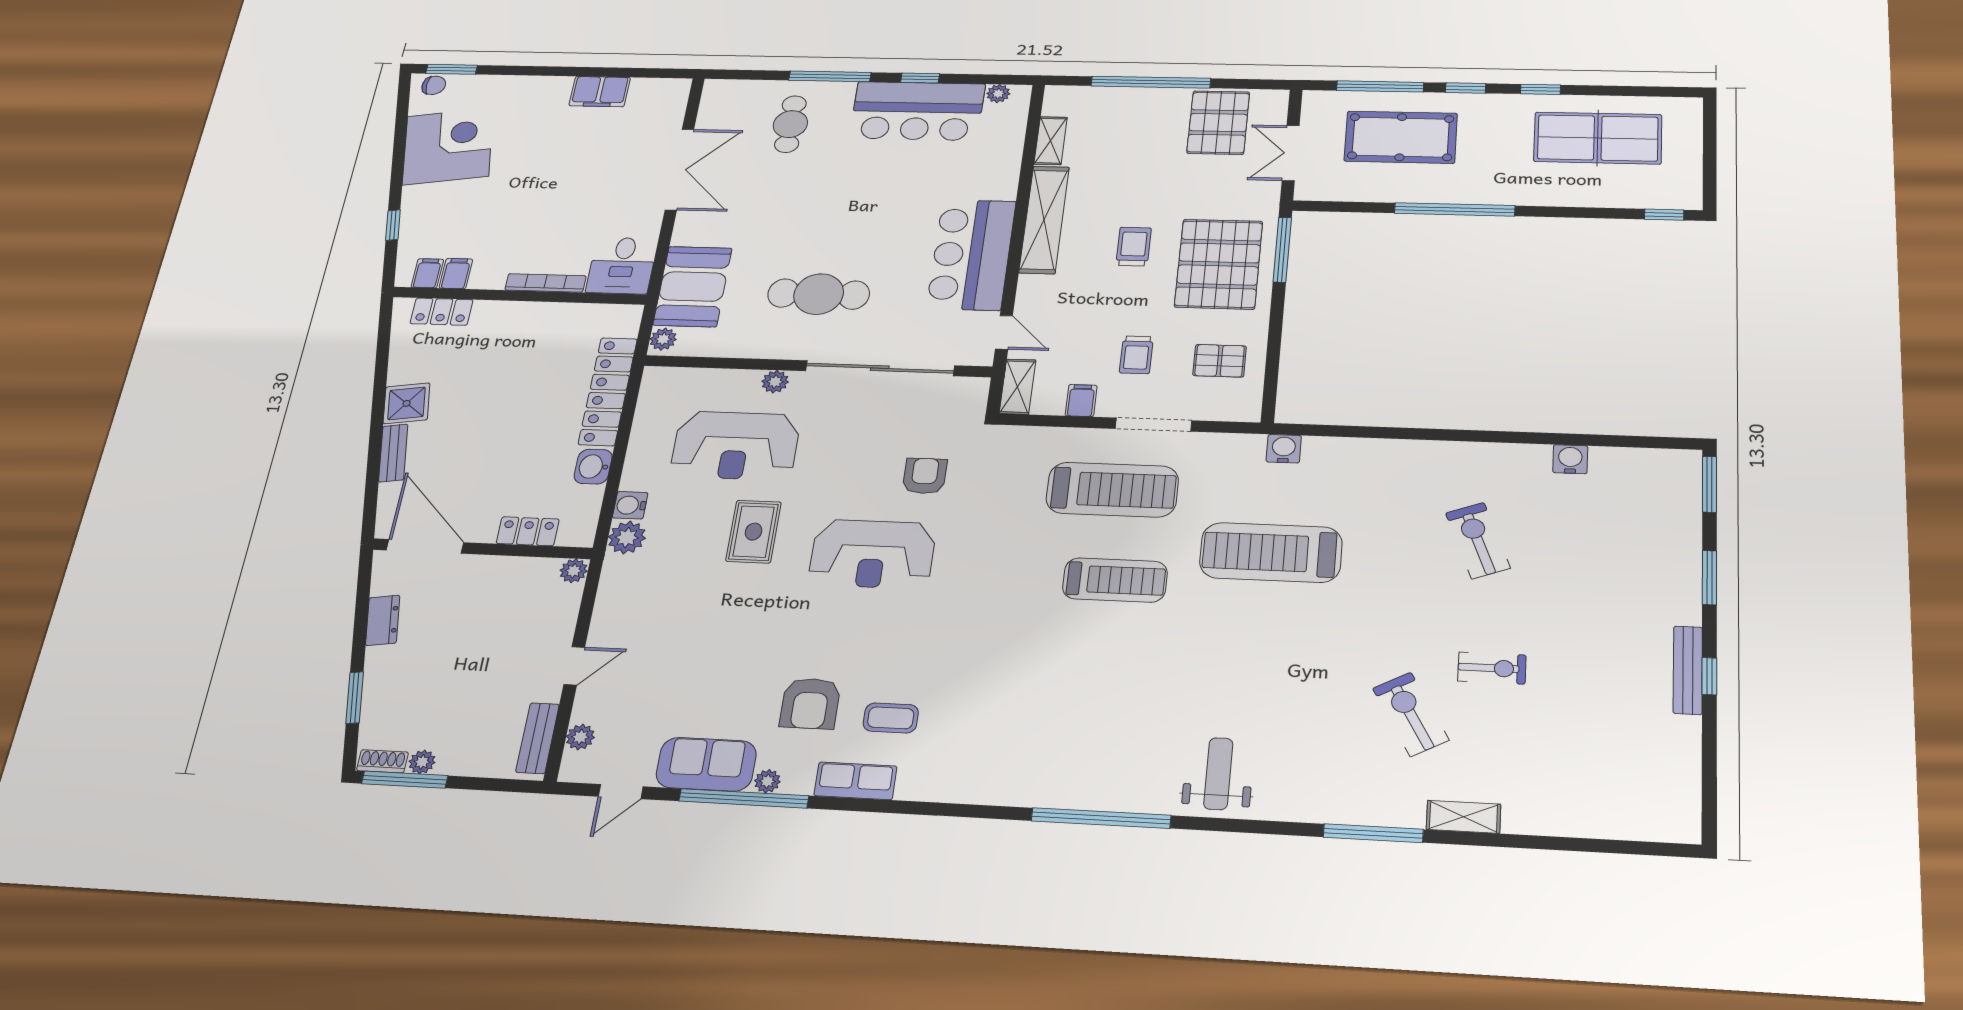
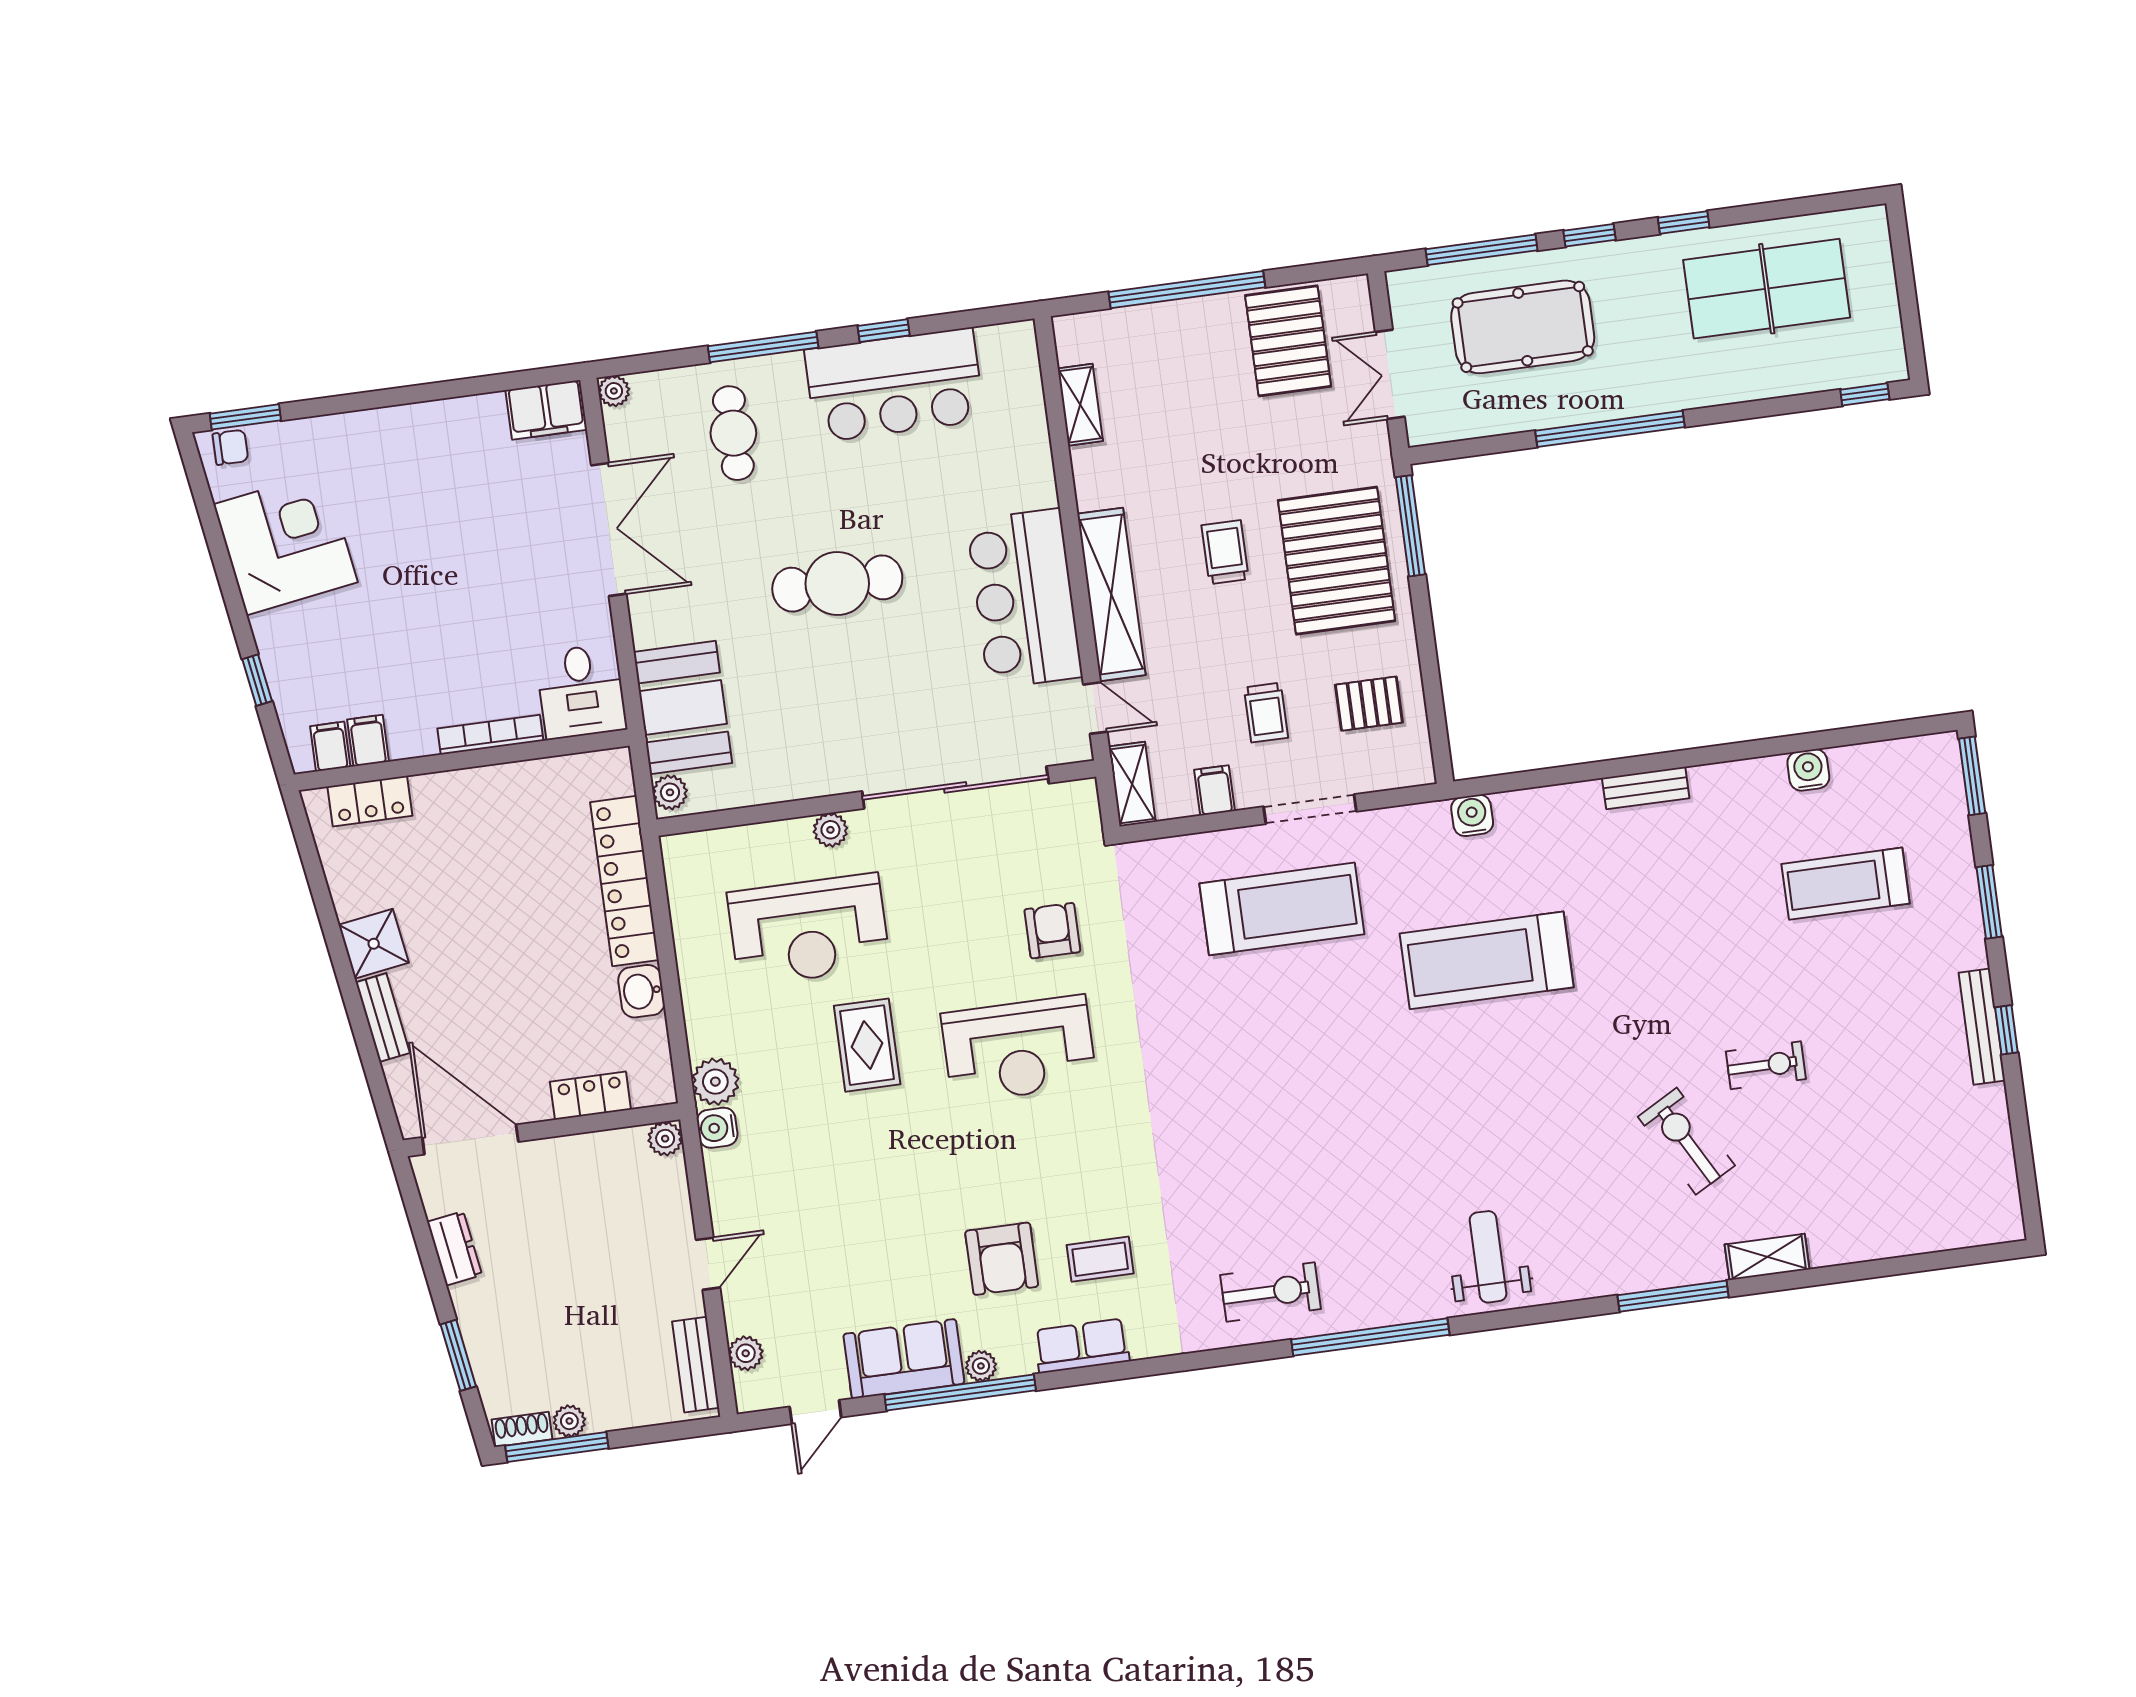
filing cabinet: (600, 92) -> (546, 410), moved
plant: (998, 94) -> (614, 391), moved
shelving: (1044, 220) -> (1111, 594), moved
cafe table: (819, 294) -> (837, 584), moved
bench: (1431, 451) -> (1646, 788), added
water cooler: (630, 505) -> (717, 1128), moved
exercise bike: (1478, 541) -> (1271, 1292), moved, turned 111
treadmill: (1115, 580) -> (1846, 884), moved, turned 180

